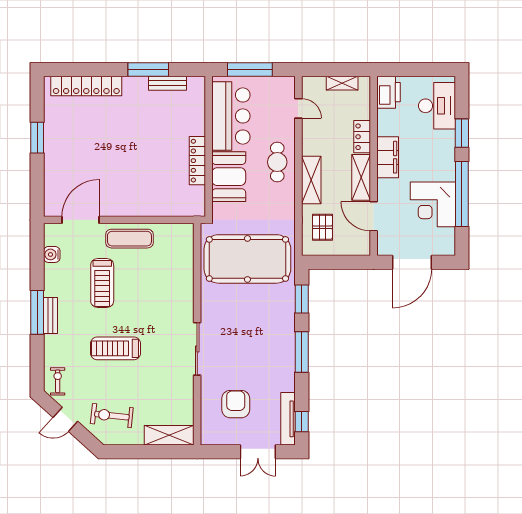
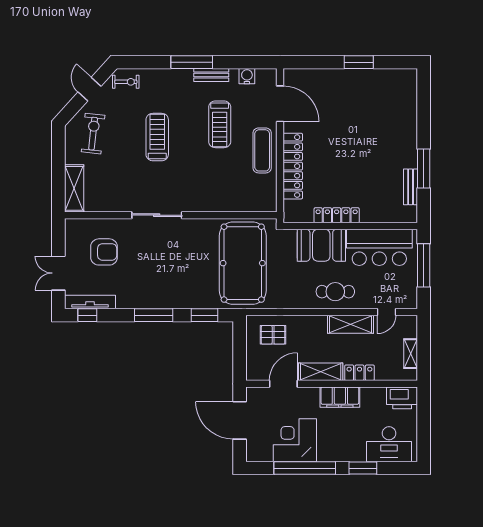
locker: (86, 86) -> (293, 166), moved, turned 180
shelving: (311, 180) -> (351, 324), moved
treadmill: (102, 283) -> (220, 124), turned -90
bench: (51, 315) -> (211, 75), moved

